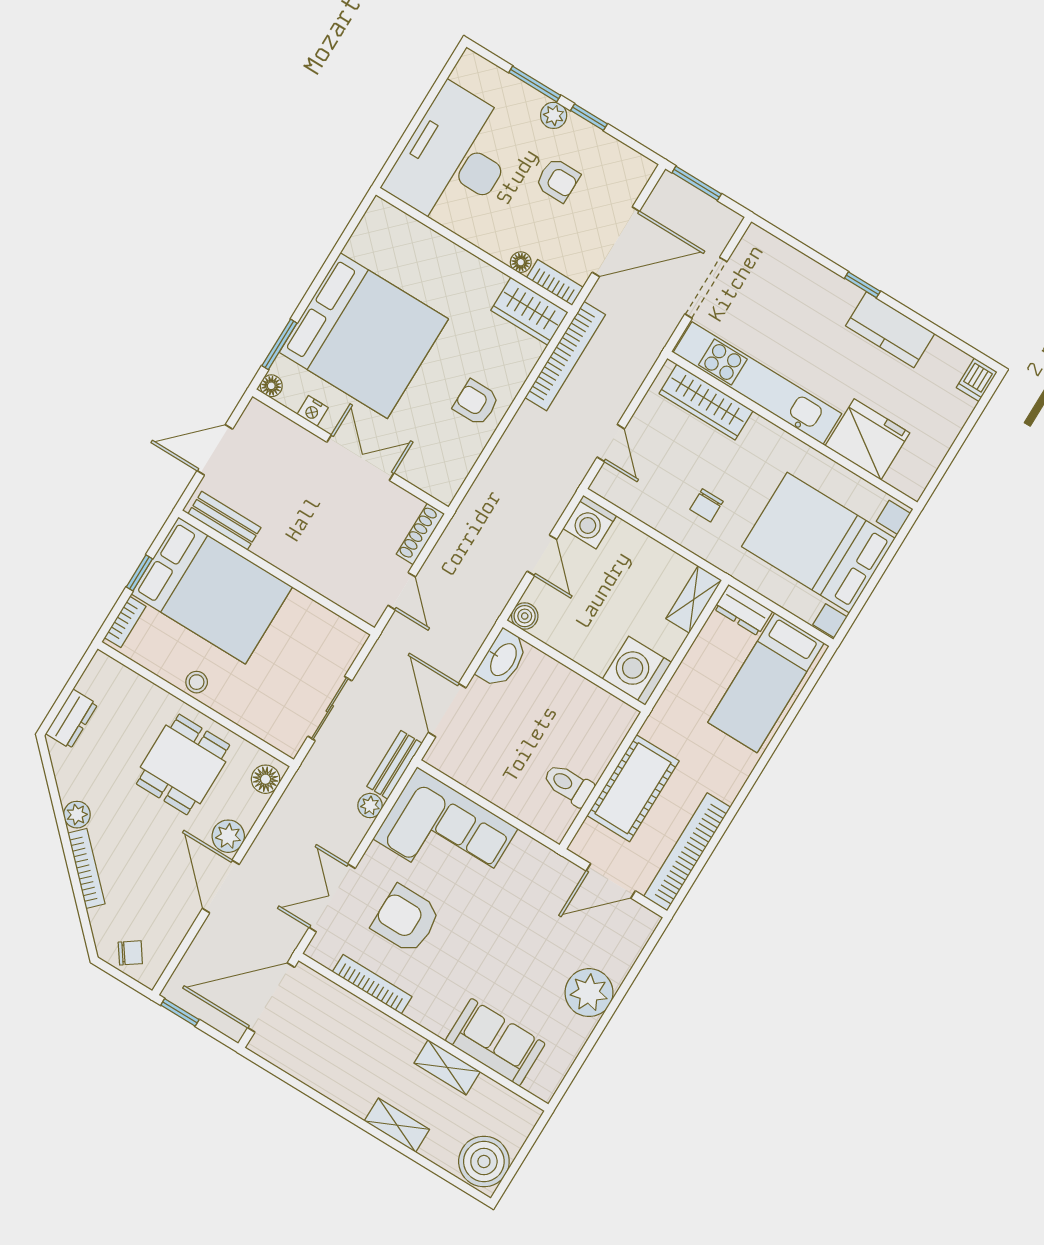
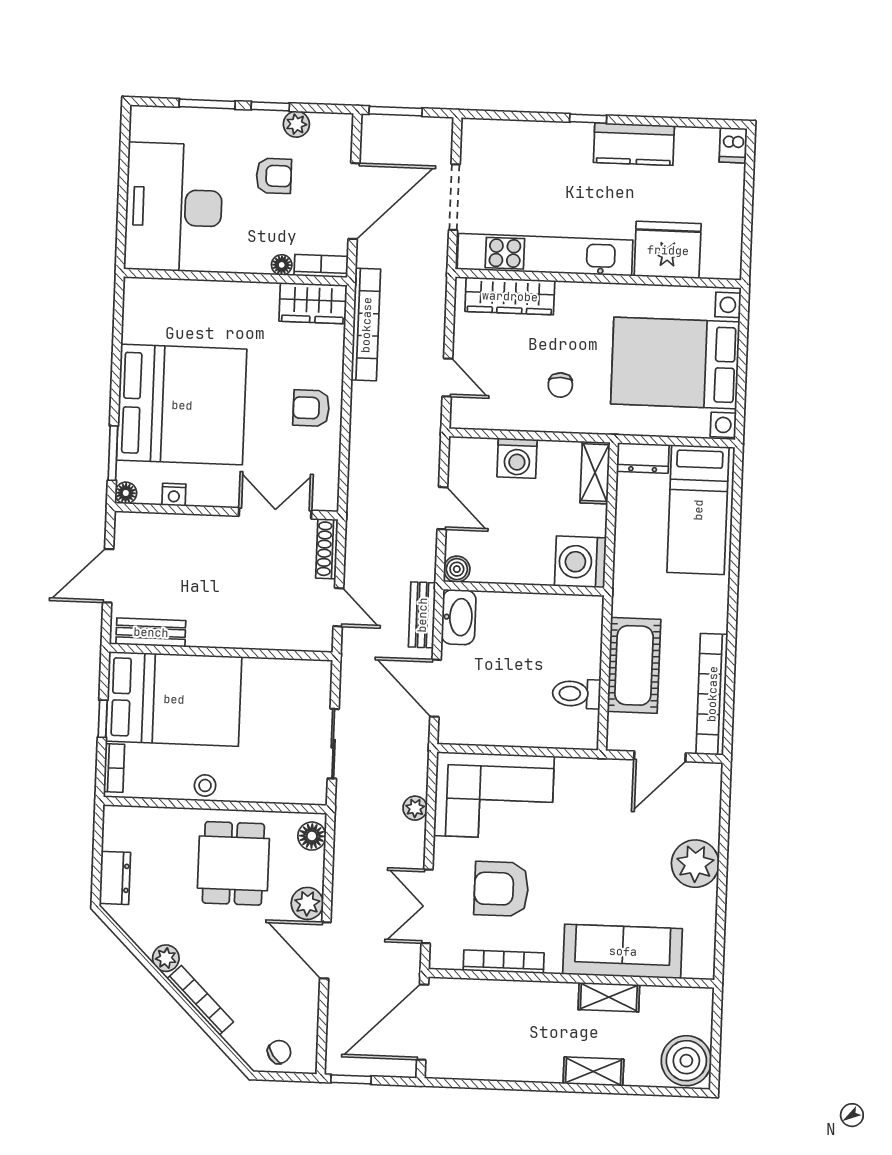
plant: (554, 115) -> (296, 124), moved
double door: (360, 458) -> (275, 513), moved
washing machine: (590, 522) -> (517, 458), moved
bench: (394, 765) -> (422, 615), moved
sofa: (495, 1042) -> (623, 951), width x1.36

